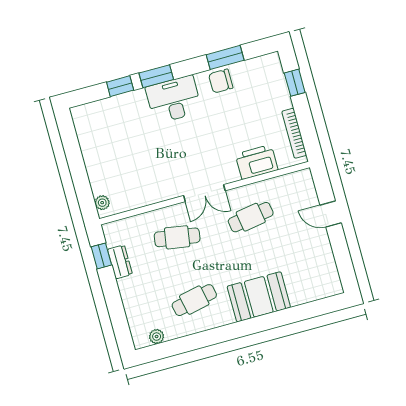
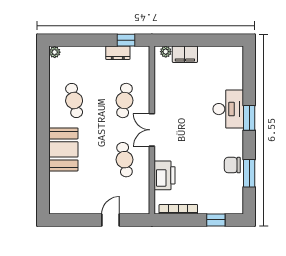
chair: (221, 81) -> (232, 165), turned -90
window: (120, 86) -> (249, 89), removed
desk: (174, 99) -> (228, 109), moved
filing cabinet: (99, 178) -> (185, 54), added
plant: (157, 337) -> (55, 52), moved

